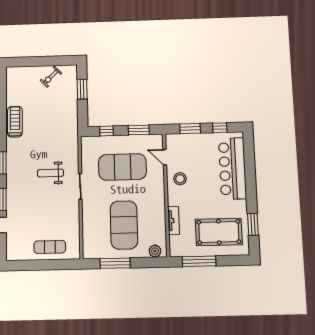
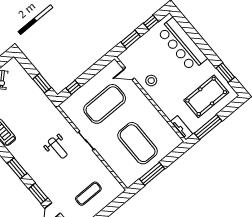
window: (82, 89) -> (42, 83), moved
window: (139, 130) -> (96, 69), removed
weight bench: (50, 173) -> (58, 148), turned -90
tv unit: (174, 221) -> (182, 128), moved
exercise mat: (50, 247) -> (88, 194), moved
plant: (155, 251) -> (173, 144), removed

